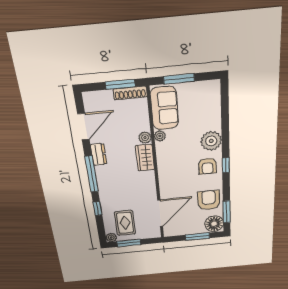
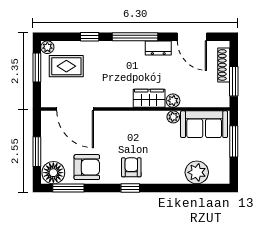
shoe rack: (130, 93) -> (224, 65), moved
plant: (211, 141) -> (197, 172), moved
armchair: (208, 166) -> (131, 167), turned 90

